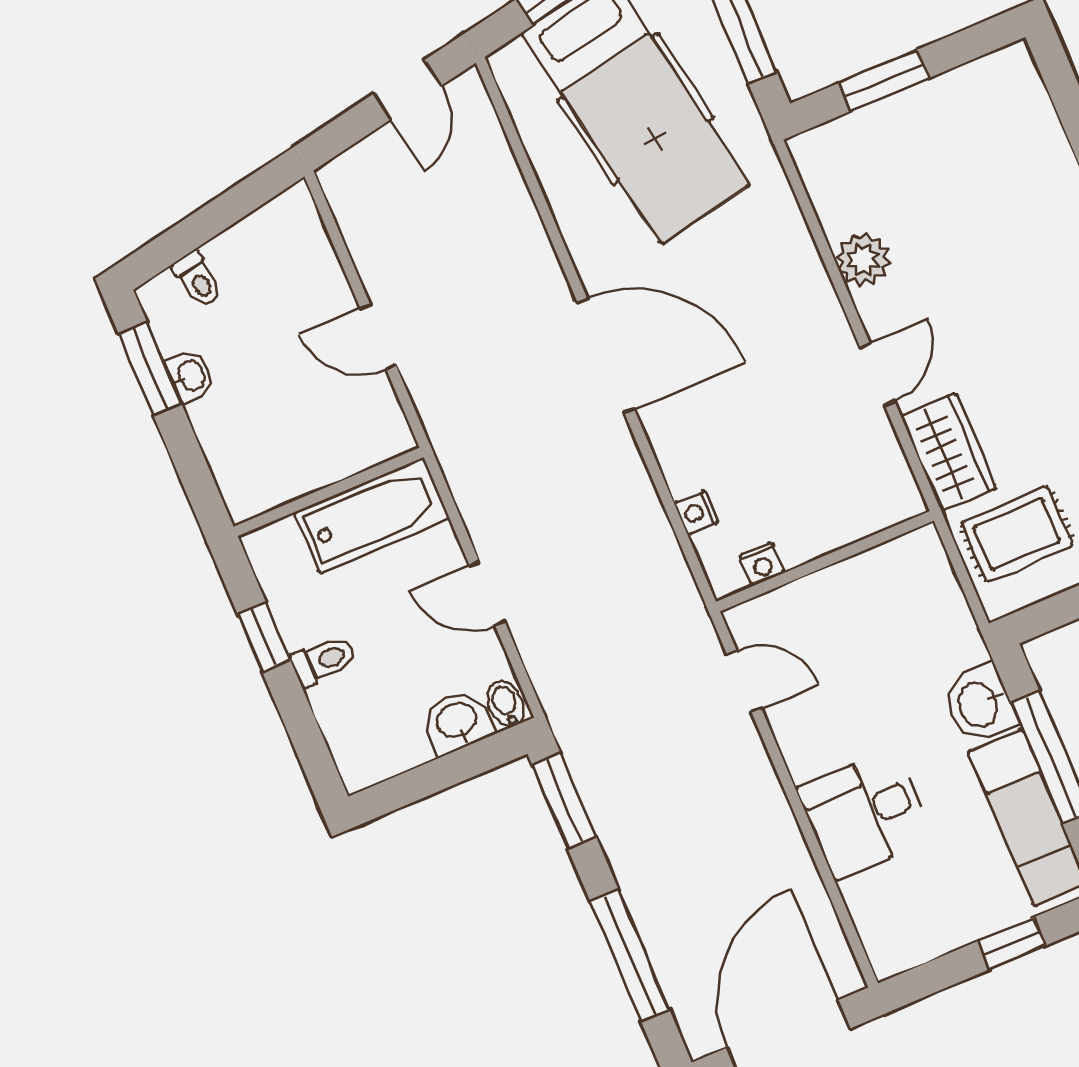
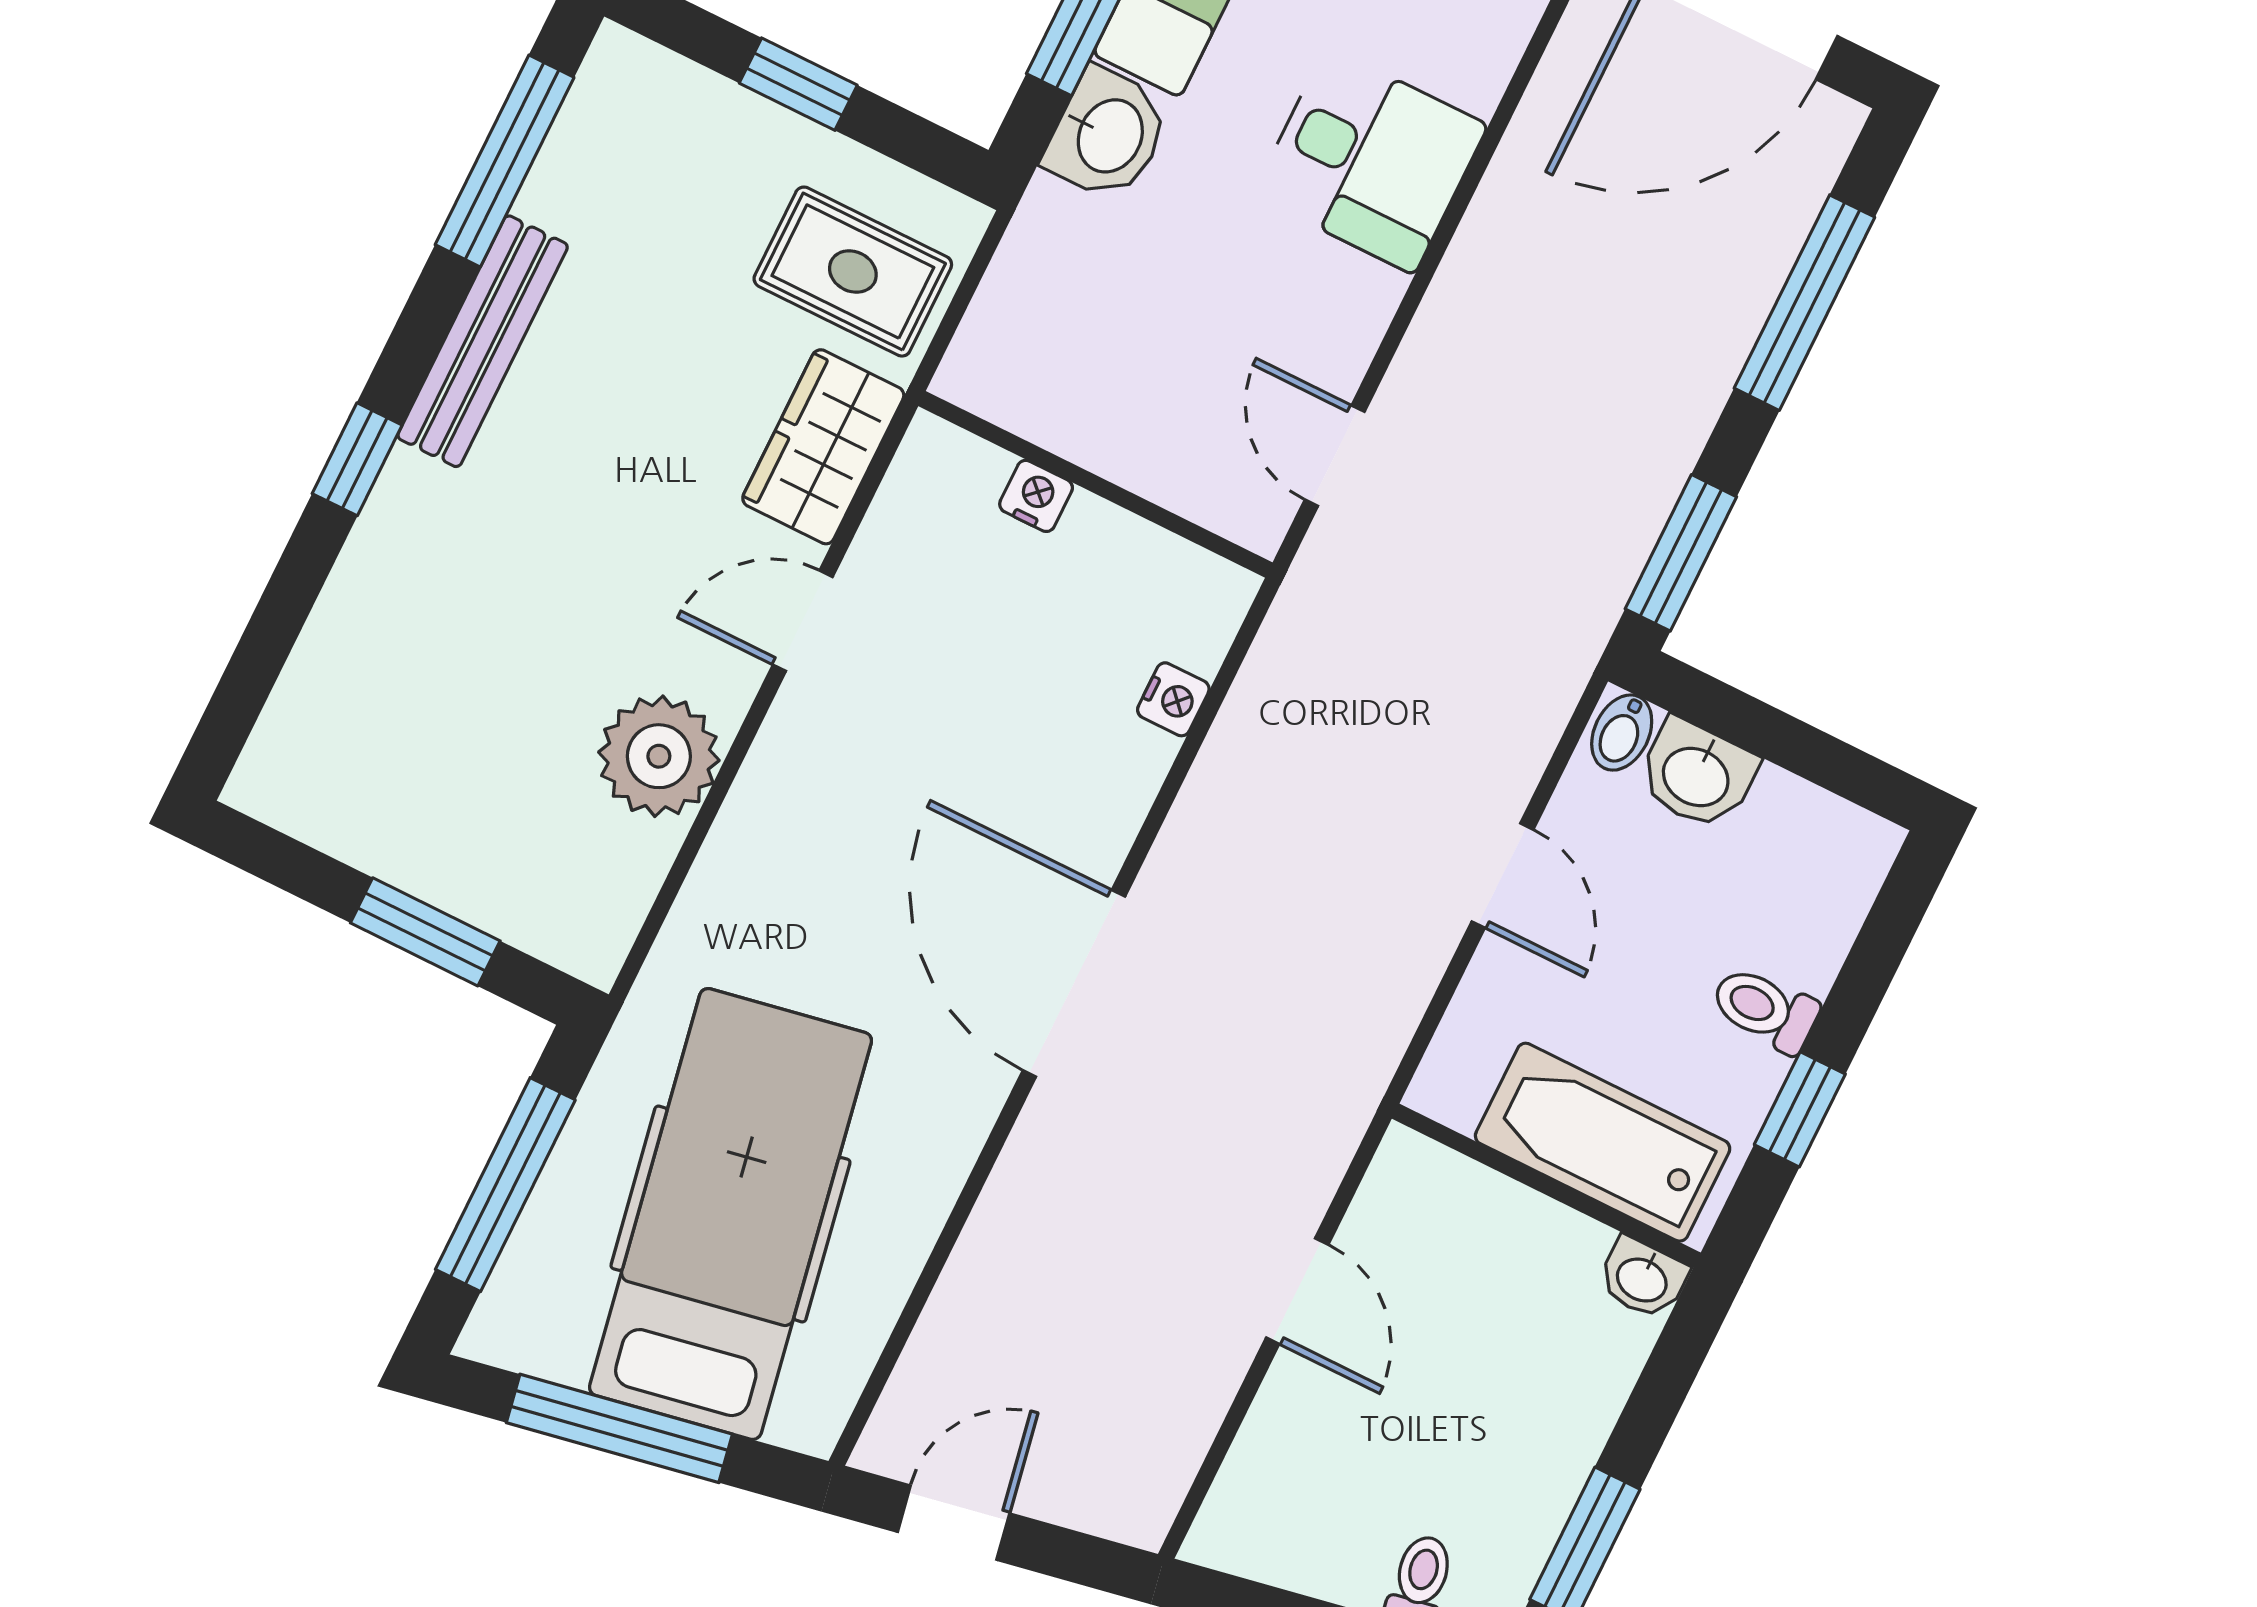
plant: (863, 260) -> (659, 756), width x1.36, depth x1.36
washbasin: (190, 376) -> (1643, 1278), moved, turned -90
bathtub: (372, 515) -> (1603, 1142), moved
nightstand: (762, 564) -> (1036, 496), moved

